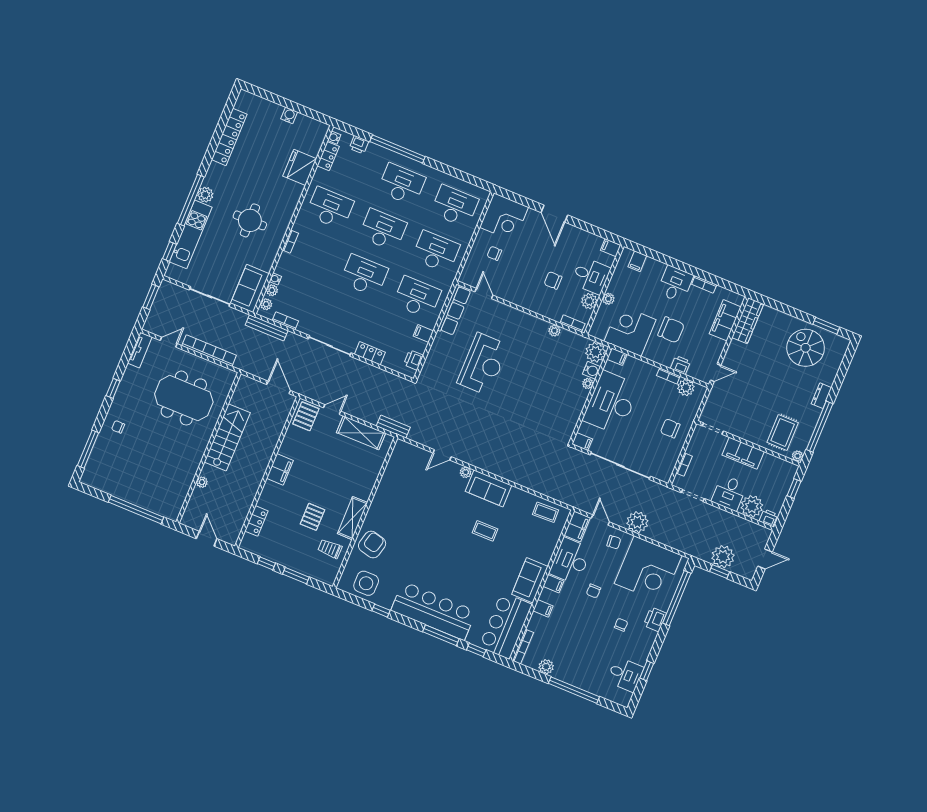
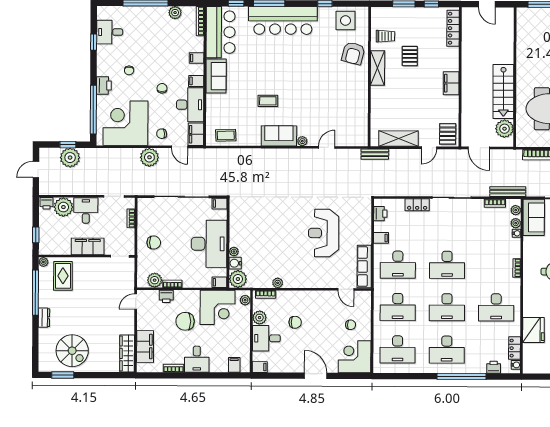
plant: (608, 299) -> (245, 300), moved
plant: (202, 482) -> (505, 129), moved, width x1.88, depth x1.88
locker: (256, 521) -> (453, 28), width x1.53

